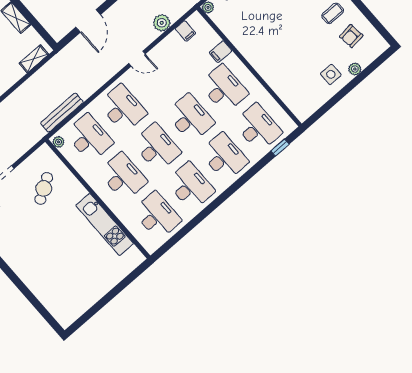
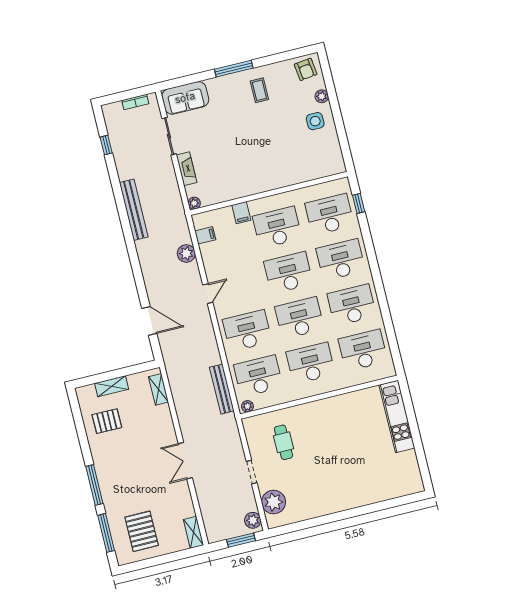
armchair: (351, 36) -> (306, 69), moved
cafe table: (44, 188) -> (284, 442), turned 32
kitchen unit: (105, 224) -> (397, 416), moved, turned 90

